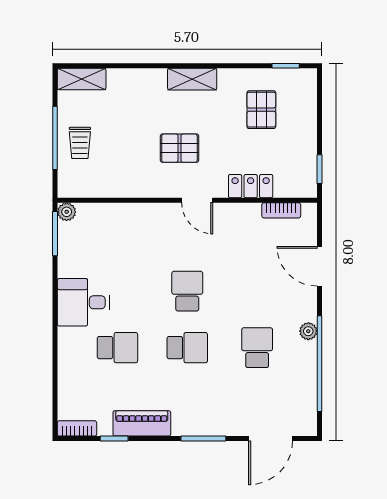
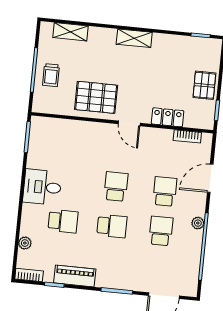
shelving: (82, 79) -> (70, 32), moved
pallet: (261, 110) -> (204, 85), moved
pallet: (179, 148) -> (96, 97), moved, width x1.50, depth x1.42
plant: (67, 212) -> (25, 243), moved
door: (319, 266) -> (210, 178), hinge flipped
school desk: (257, 291) -> (165, 191), added

